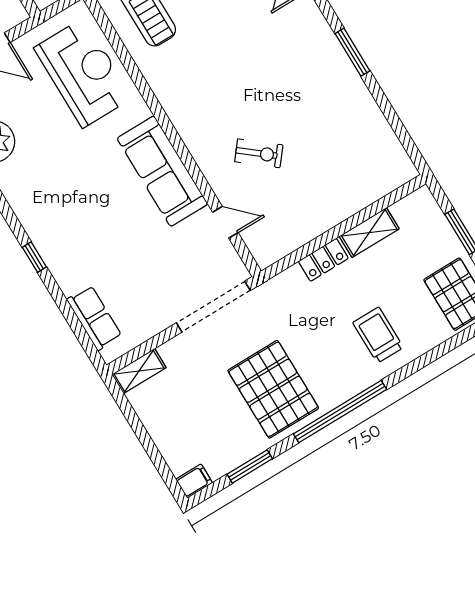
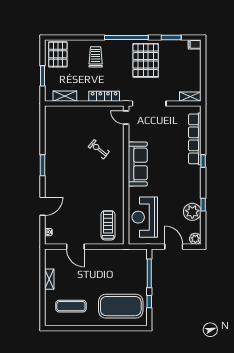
door: (225, 222) -> (126, 118), moved
shelving: (369, 233) -> (65, 96), moved
locker: (323, 260) -> (104, 96), width x1.53
row of seats: (94, 318) -> (195, 139), width x2.02
trolley: (378, 335) -> (96, 57), turned 180

